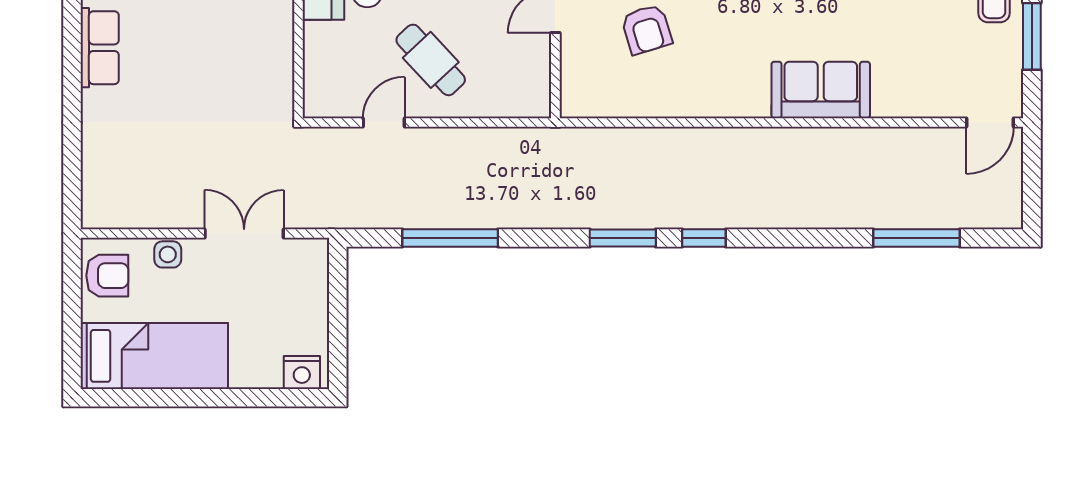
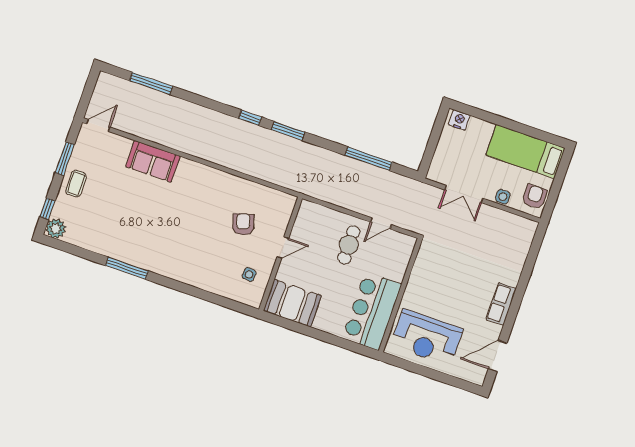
cafe table: (431, 60) -> (349, 245), turned 43
sofa: (821, 90) -> (153, 161), moved
armchair: (107, 276) -> (534, 197), turned 90

